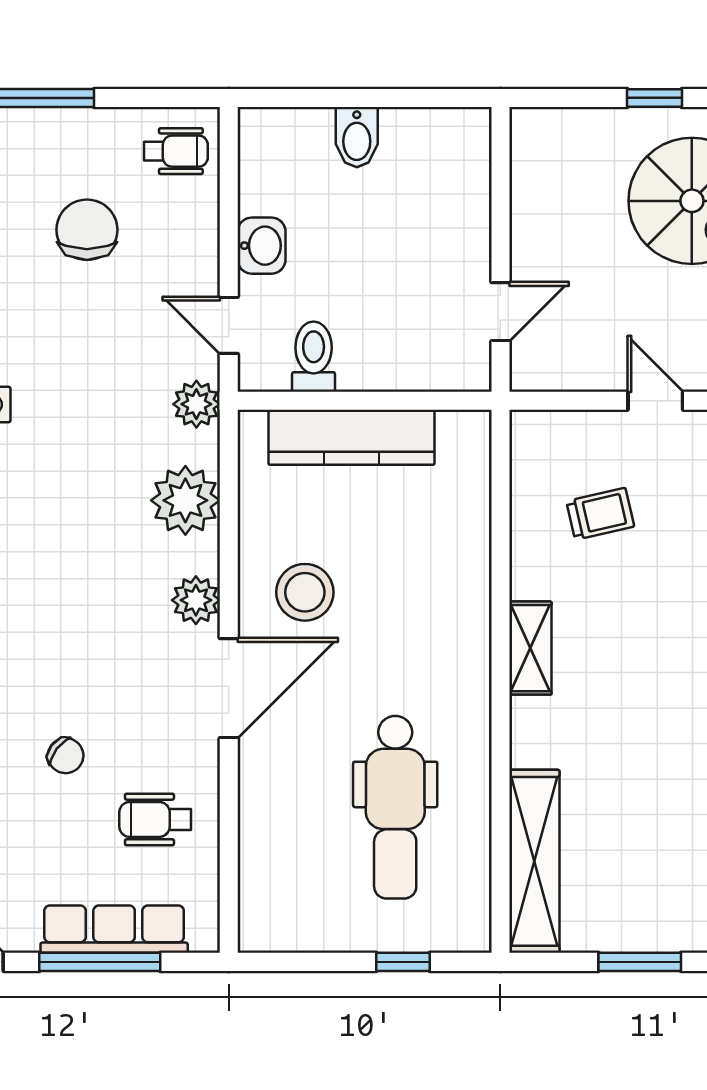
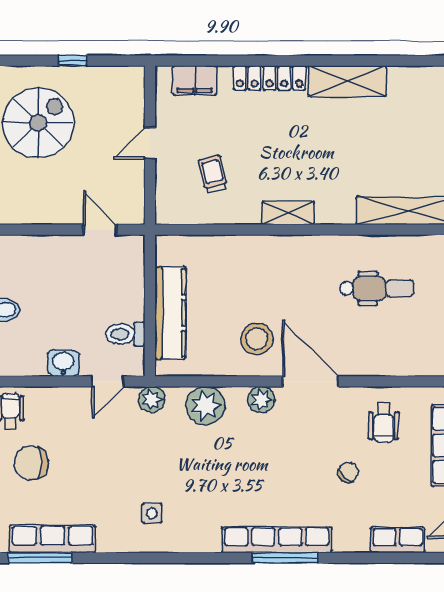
chair: (87, 230) -> (31, 463), moved
dental chair: (395, 807) -> (377, 288), width x0.73, depth x0.72

